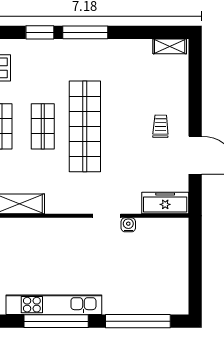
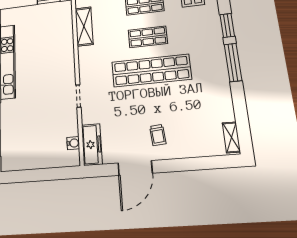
trolley: (161, 126) -> (158, 135), turned 84
water cooler: (128, 225) -> (73, 143), moved

